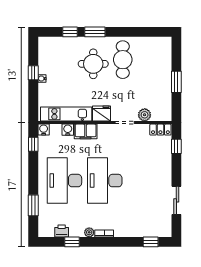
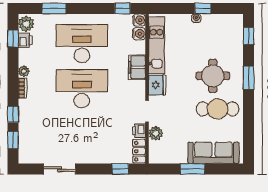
window: (70, 32) -> (249, 36), moved
sofa: (162, 63) -> (213, 153), added
water cooler: (68, 130) -> (139, 34), moved
printer: (142, 130) -> (139, 131), added
plant: (47, 230) -> (26, 24), added
window: (72, 242) -> (13, 39), moved
window: (128, 242) -> (13, 114), added

